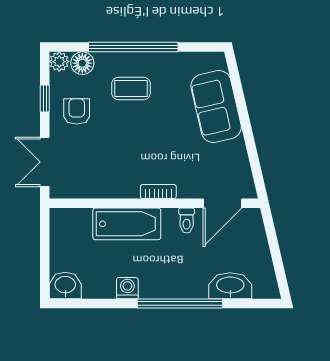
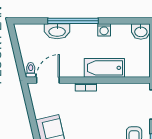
toilet: (187, 221) -> (31, 70), moved
washbasin: (230, 286) -> (57, 31), moved

